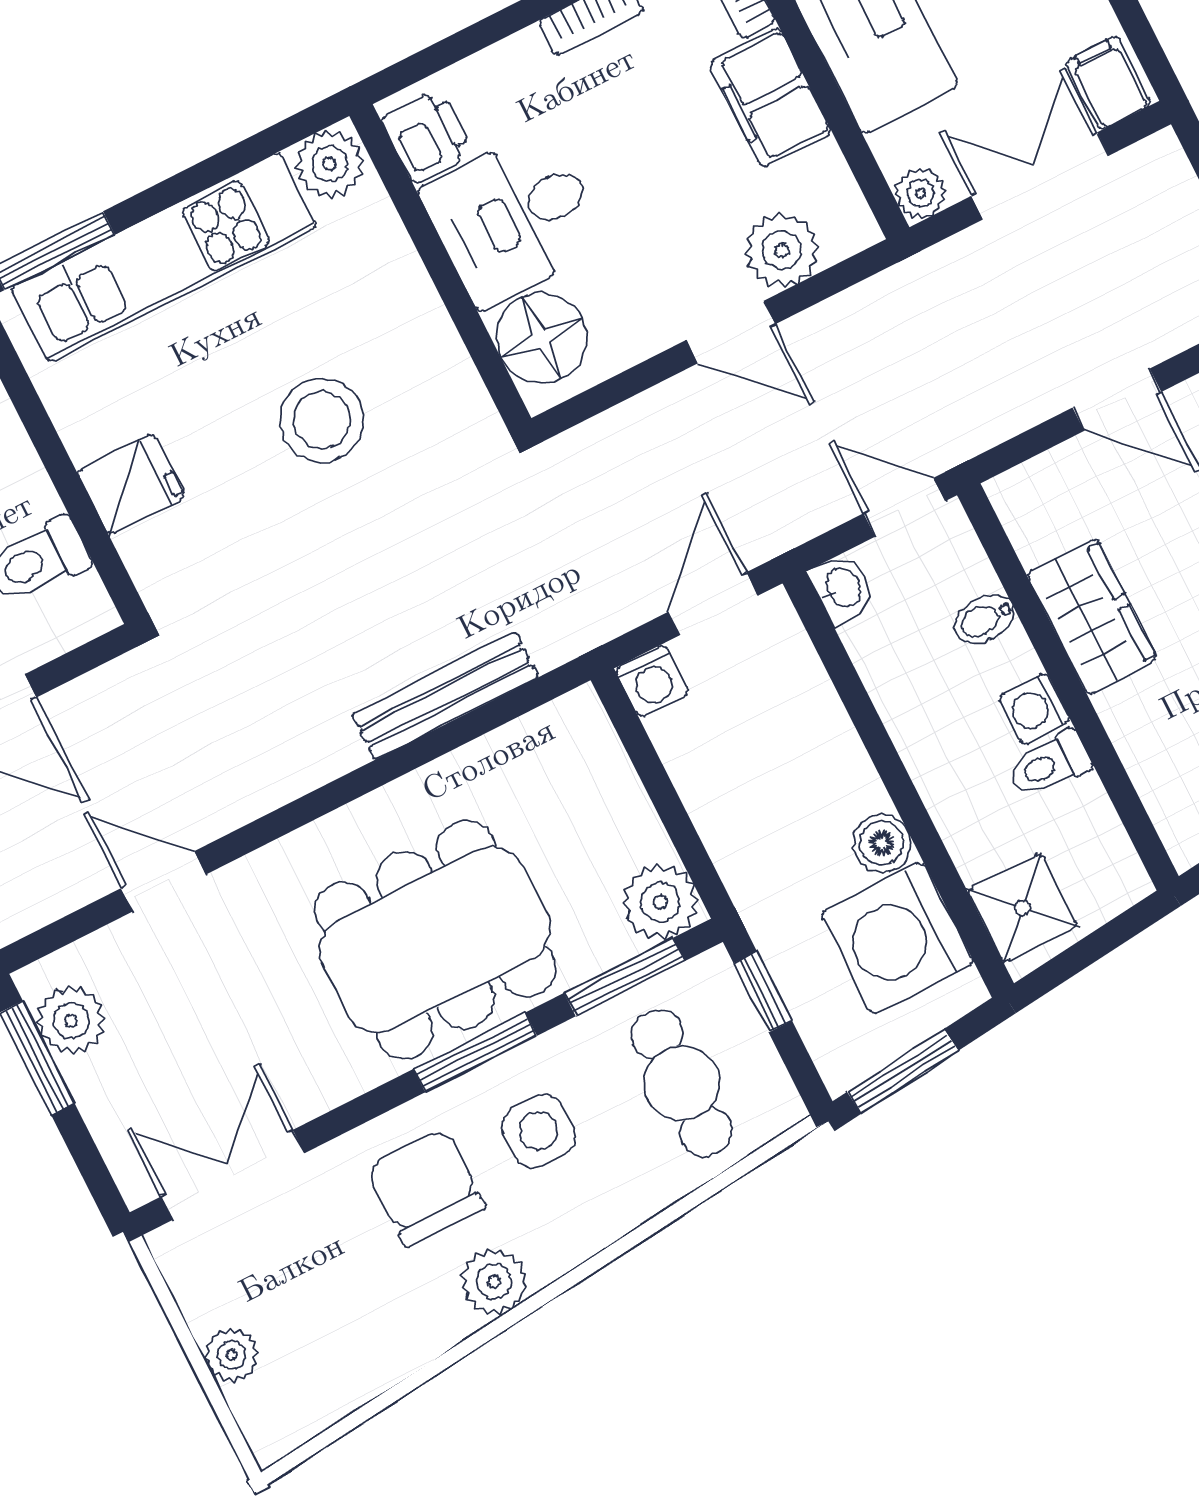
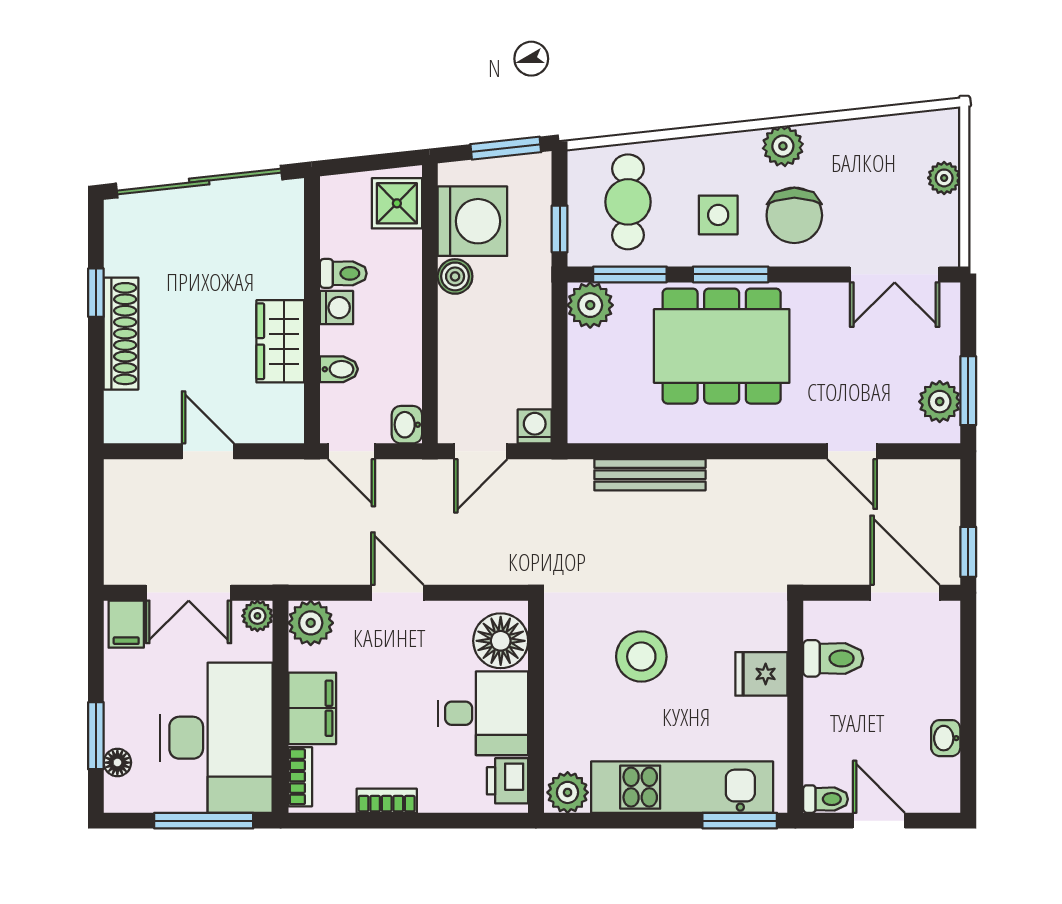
plant: (782, 250) -> (311, 623), moved

